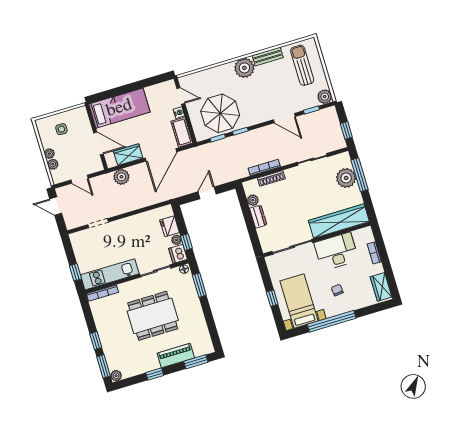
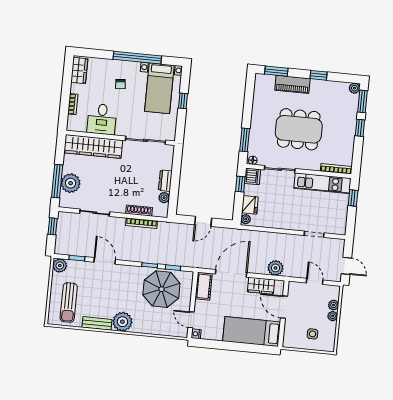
nightstand: (179, 113) -> (196, 334), moved
plant: (176, 240) -> (246, 219), moved
desk: (336, 251) -> (102, 119), width x0.73

